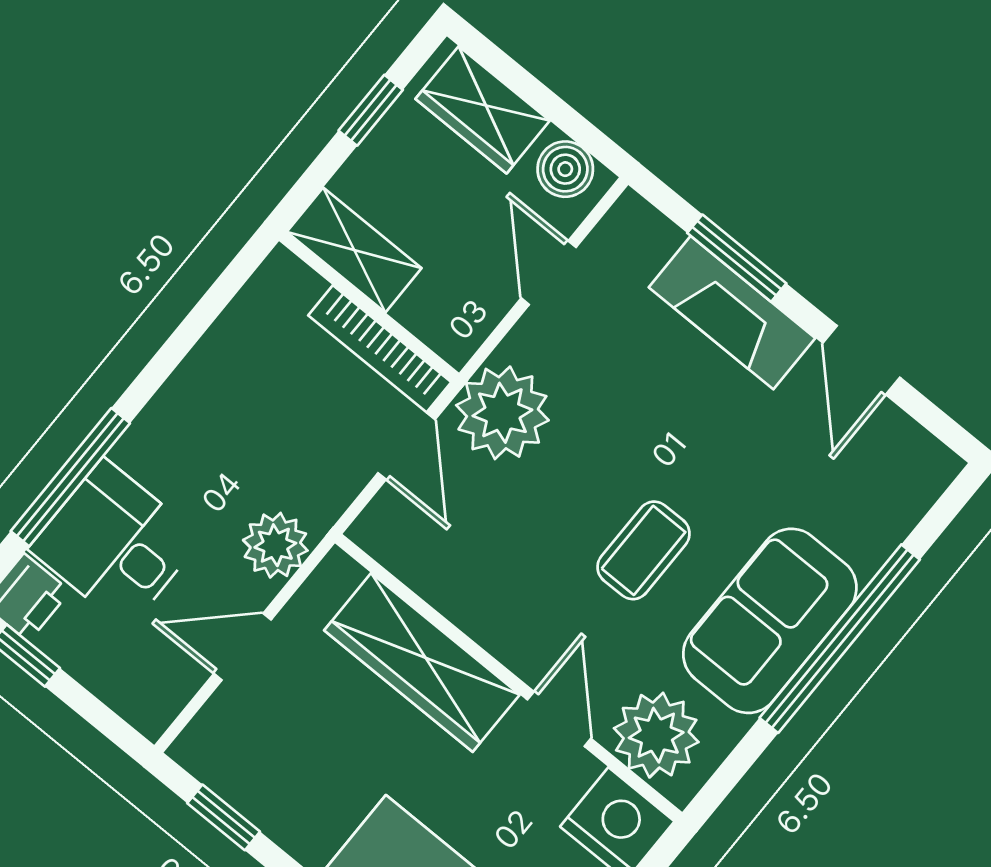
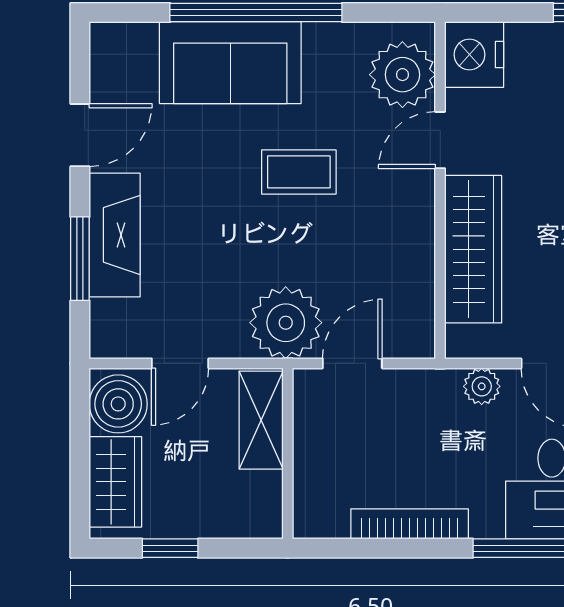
boiler: (565, 169) -> (118, 404), width x1.36, depth x1.36
shelving: (354, 250) -> (261, 420), moved
bookcase: (380, 349) -> (410, 524), moved, turned -90
plant: (275, 545) -> (482, 386), width x0.73, depth x0.73
sofa: (770, 621) -> (230, 63), moved

